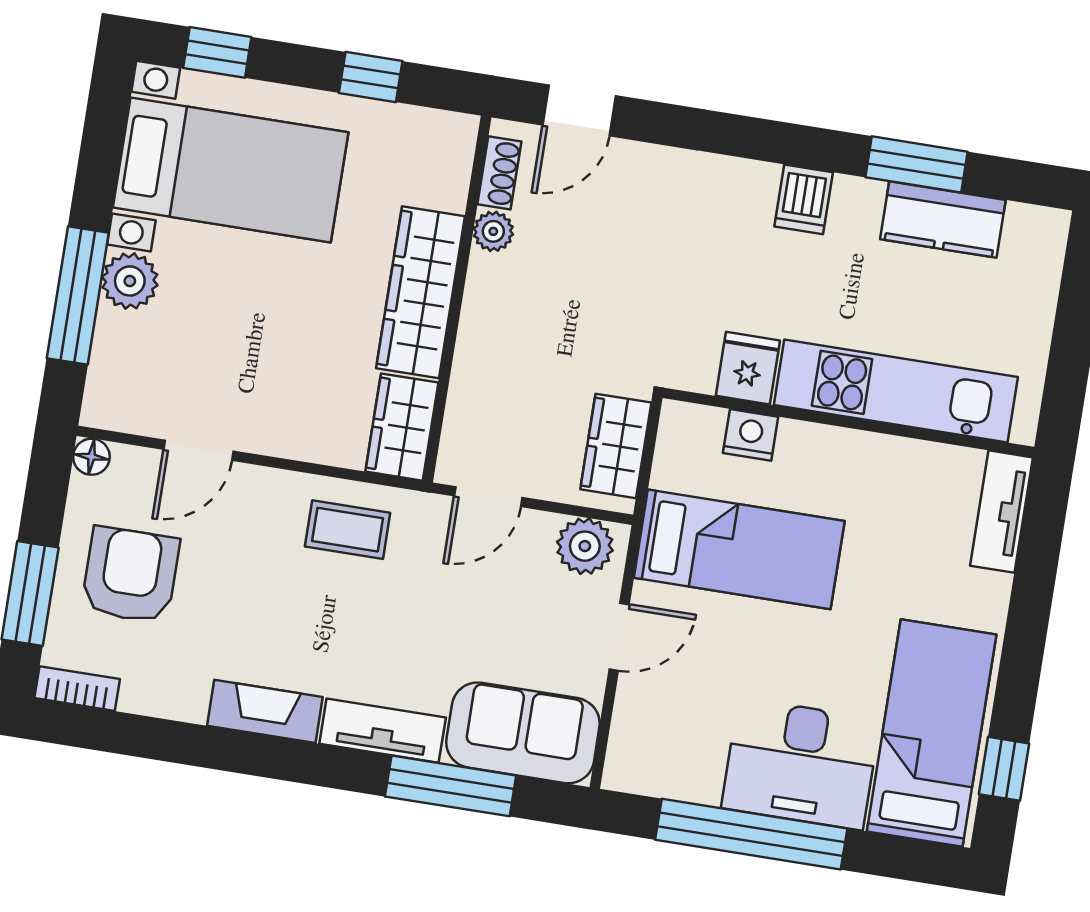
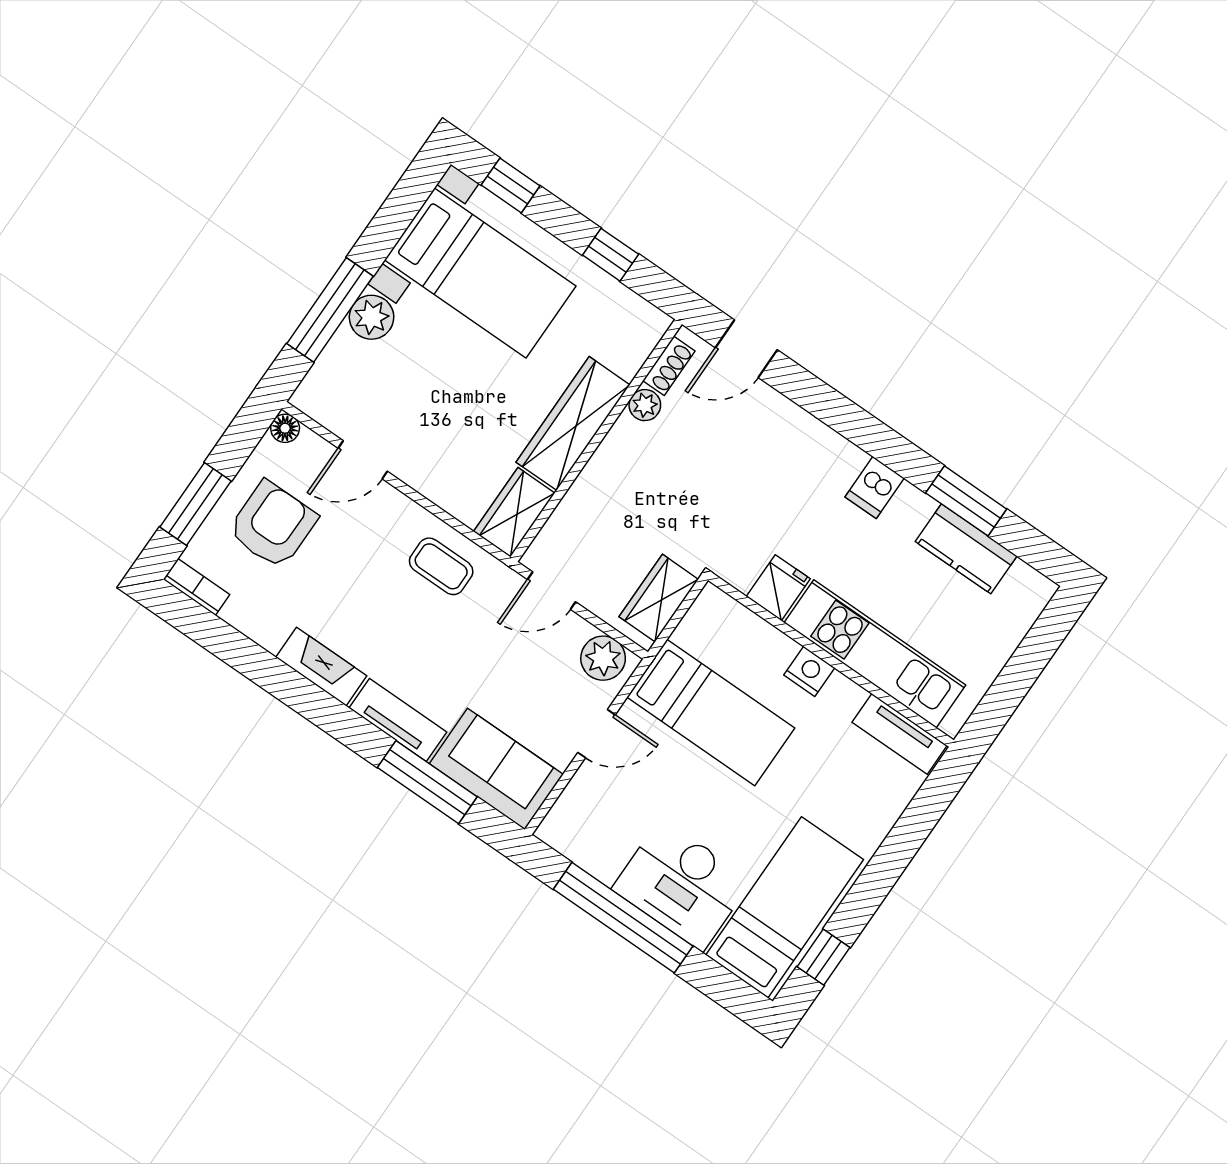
nightstand: (751, 435) -> (809, 671), moved
tv unit: (1001, 512) -> (900, 734), moved, turned -90

